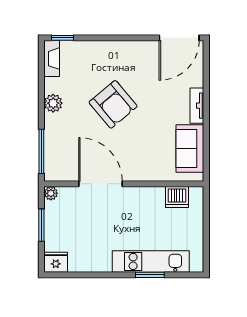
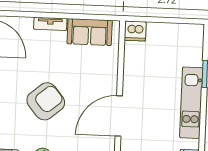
dishwasher: (177, 197) -> (135, 31), moved, turned 90
kitchen unit: (151, 261) -> (191, 103), moved

